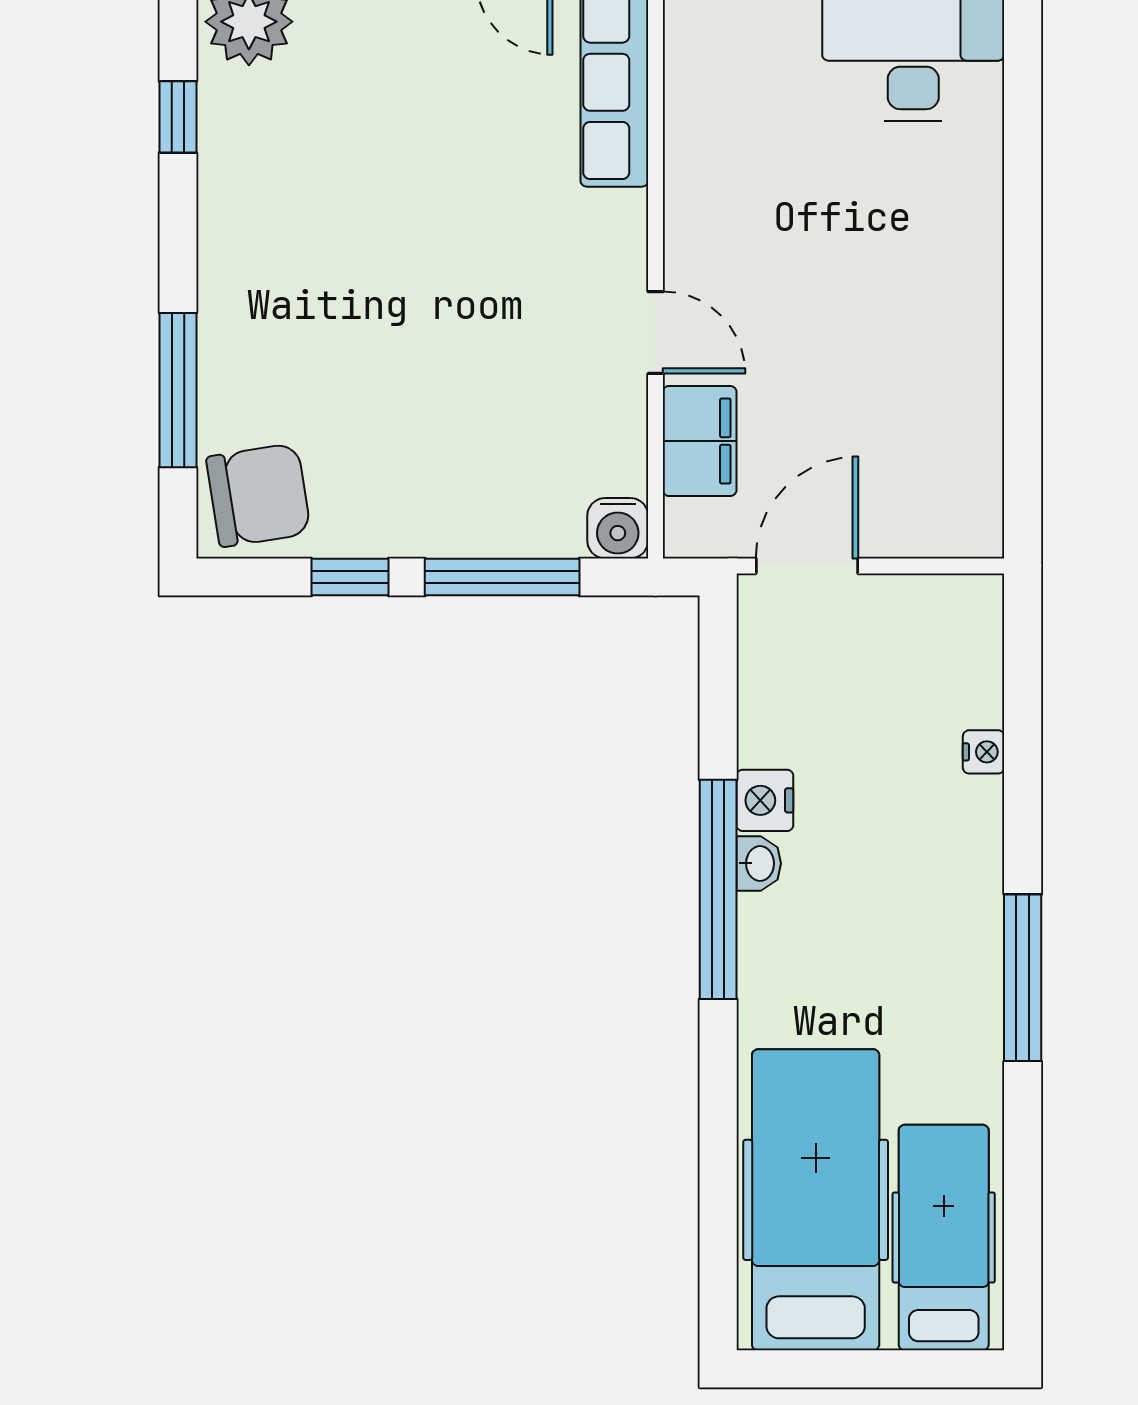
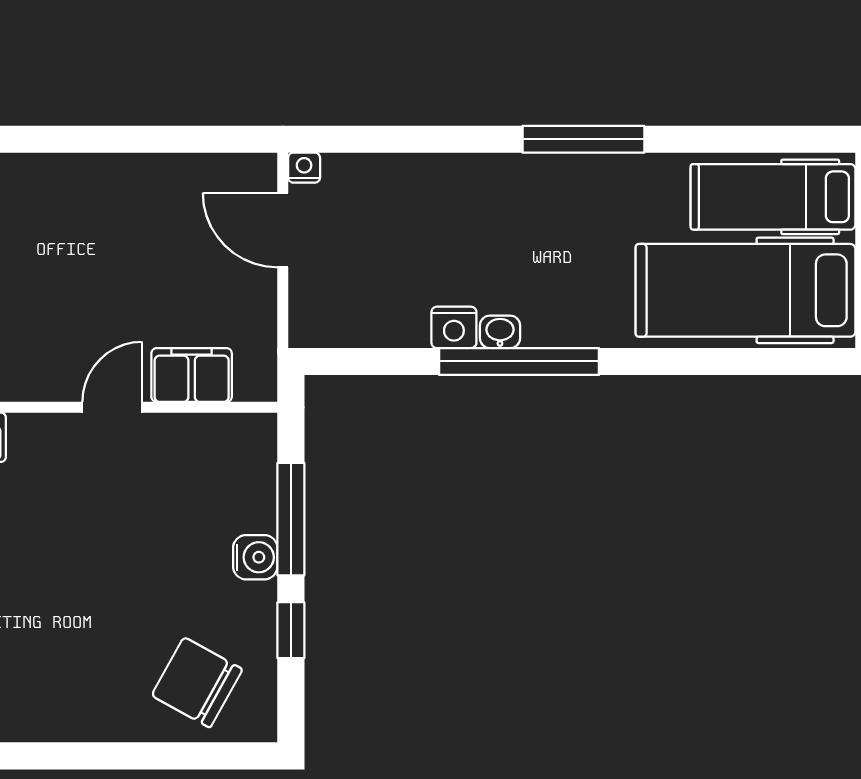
window: (178, 390) -> (154, 756), removed
chair: (259, 495) -> (197, 682), moved, turned -52
water cooler: (618, 528) -> (255, 557), moved
door: (807, 566) -> (283, 230), moved
nightstand: (984, 752) -> (304, 168), moved

